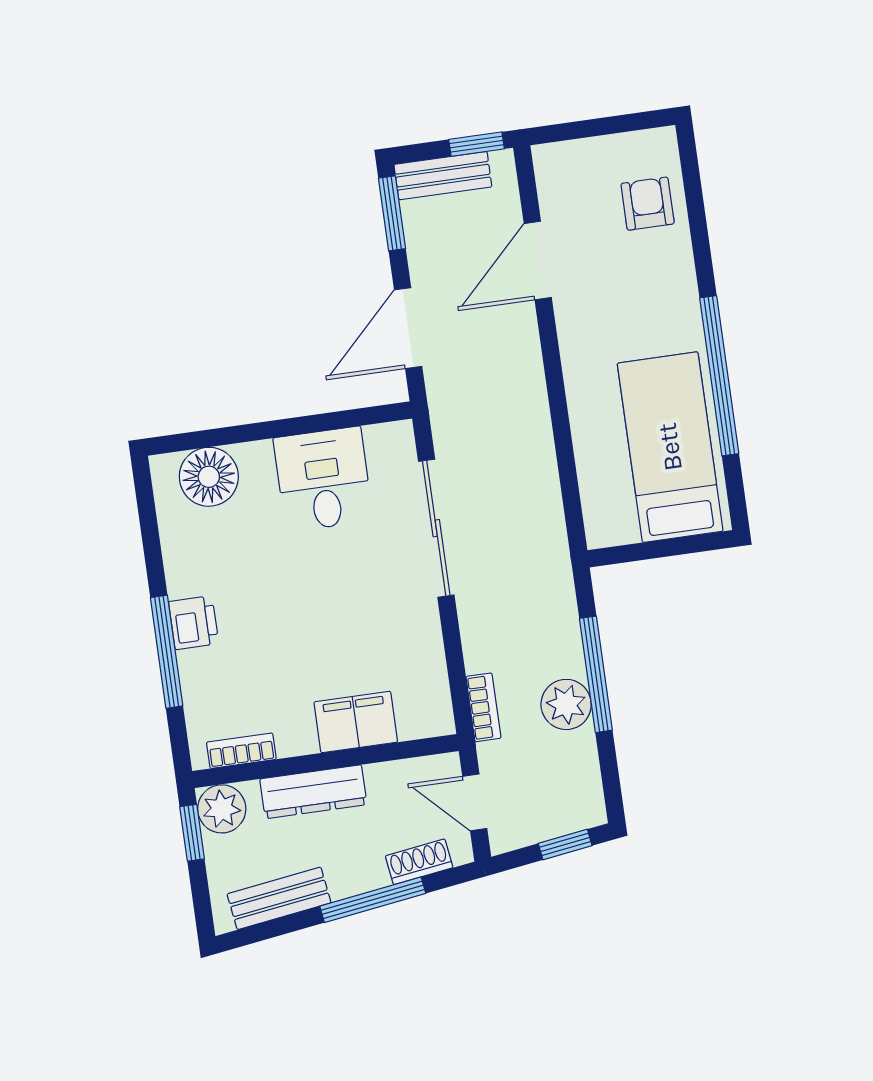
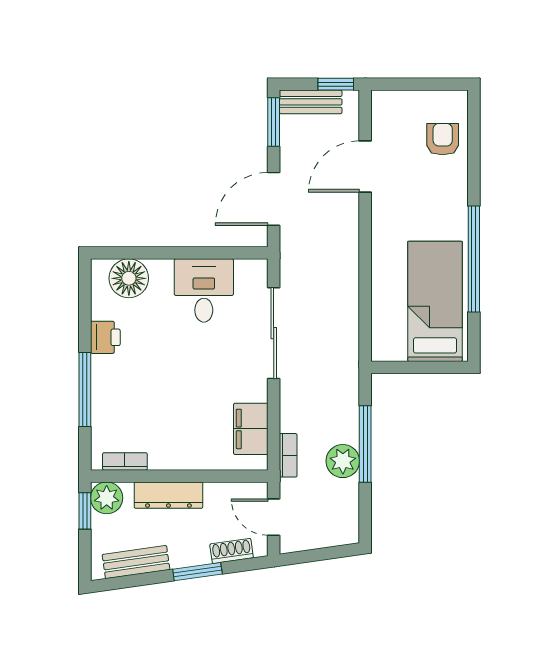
printer: (194, 623) -> (105, 337), moved
filing cabinet: (356, 722) -> (251, 429), moved, turned -90
window: (565, 844) -> (329, 553), removed
window: (373, 900) -> (197, 572), width x0.69

